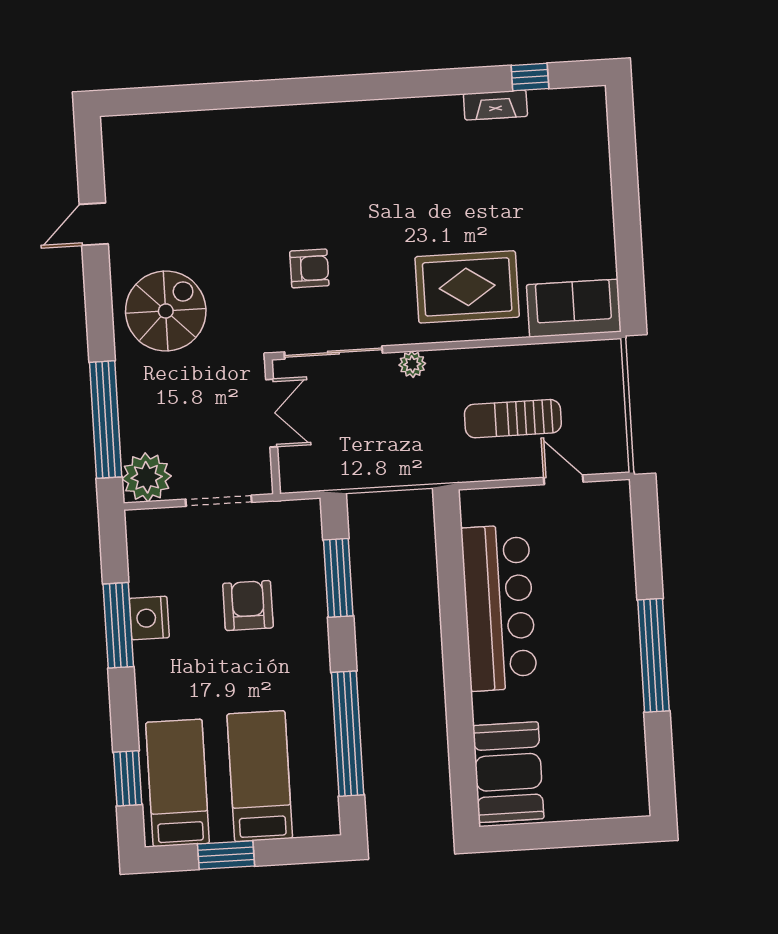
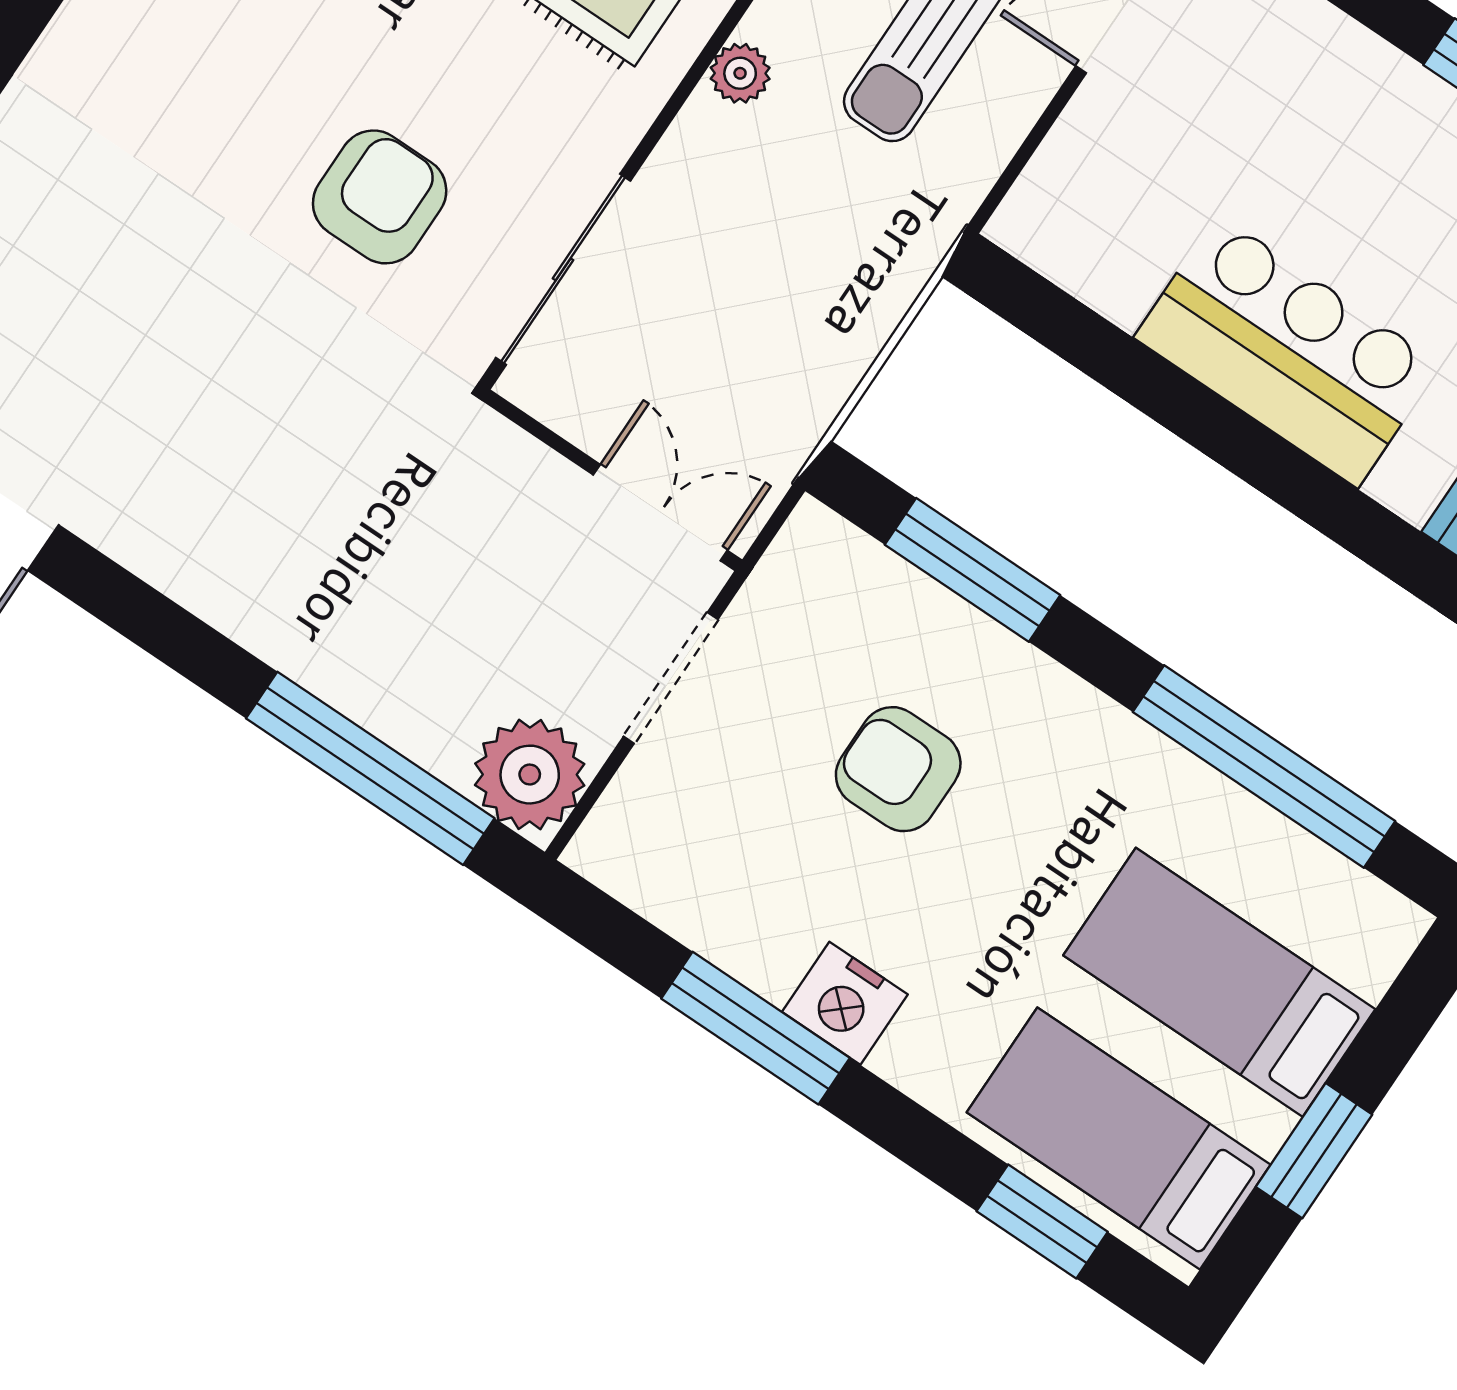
armchair: (309, 268) -> (380, 197), width x1.38, depth x1.38
spiral stairs: (166, 311) -> (259, 512), removed
plant: (412, 364) -> (740, 73), moved
double door: (272, 413) -> (660, 513), moved
bar counter: (499, 608) -> (1287, 351), width x0.73
nightstand: (149, 618) -> (845, 1003), moved

